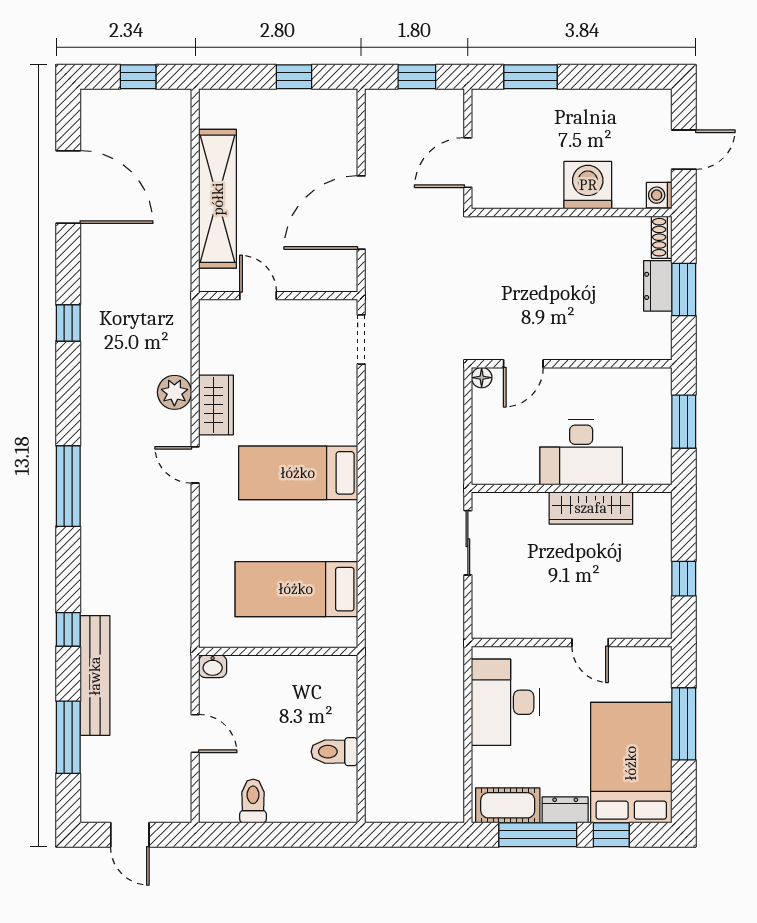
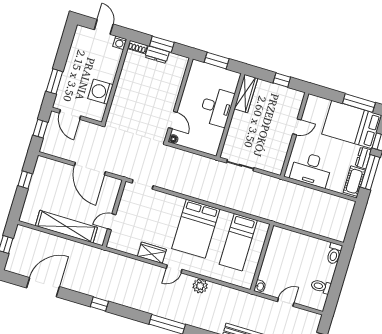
door: (468, 163) -> (70, 114), moved
washing machine: (588, 185) -> (100, 92), moved
plant: (174, 392) -> (200, 286), moved
bed: (298, 473) -> (196, 229), width x1.50
wardrobe: (591, 508) -> (246, 94), moved
window: (684, 724) -> (359, 103), moved
toilet: (334, 752) -> (334, 254), moved

